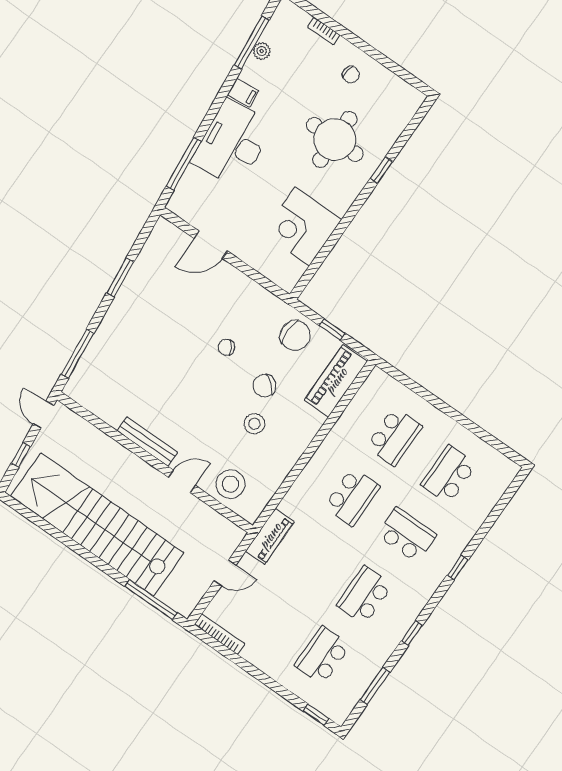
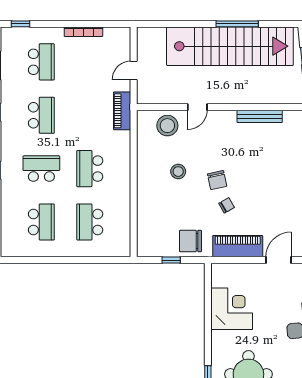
piano: (336, 381) -> (238, 246), moved, turned -90
chair: (264, 386) -> (217, 180), moved, turned 127
bench: (147, 442) -> (260, 116), moved
school desk: (407, 535) -> (41, 169), turned 180
window: (151, 600) -> (237, 24), moved
bookcase: (220, 634) -> (83, 32), moved

